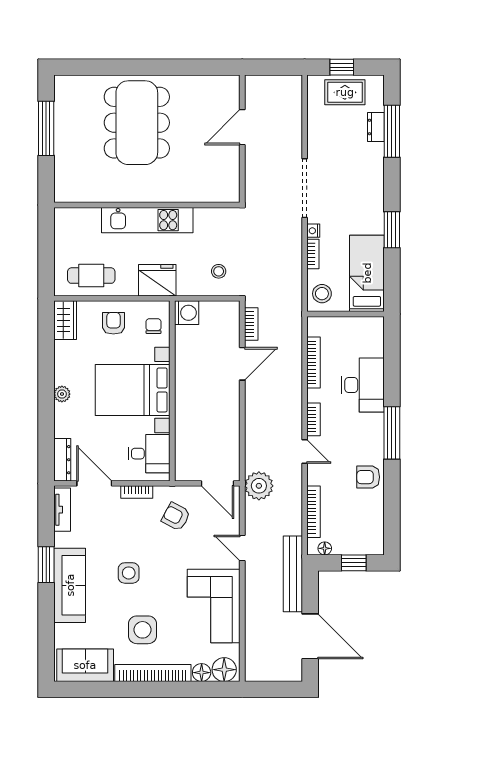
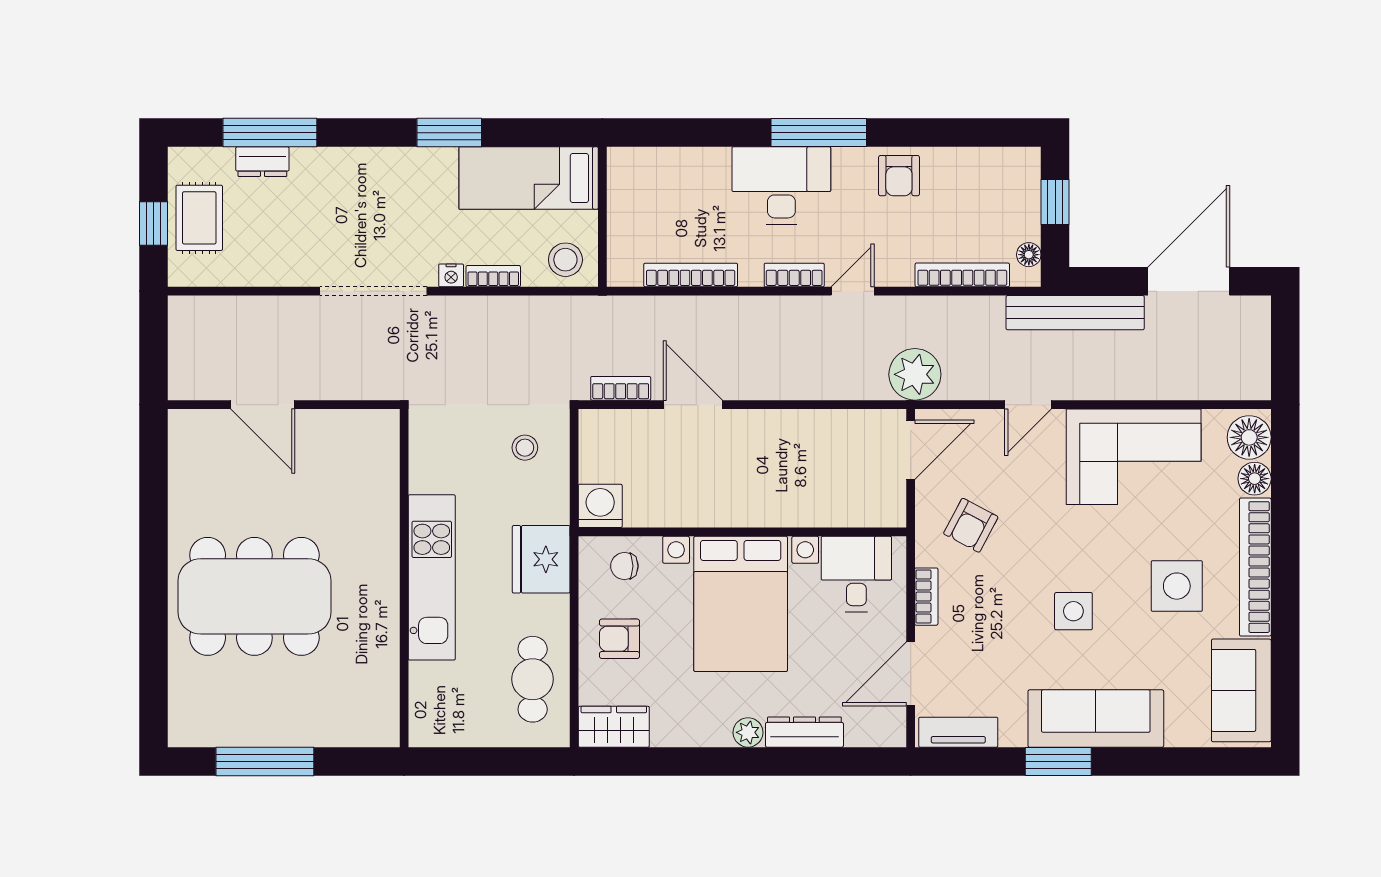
desk: (363, 385) -> (781, 185), moved
dresser: (62, 460) -> (804, 732), moved

